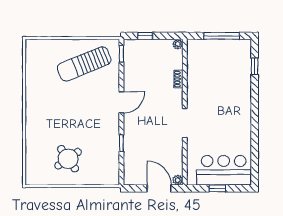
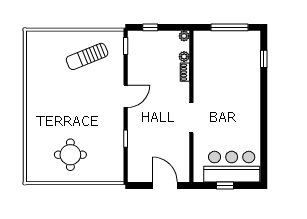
sun lounger: (84, 64) -> (87, 56), width x0.73, depth x0.75
round table: (68, 159) -> (70, 155), turned 35
plant: (178, 180) -> (184, 57), moved

